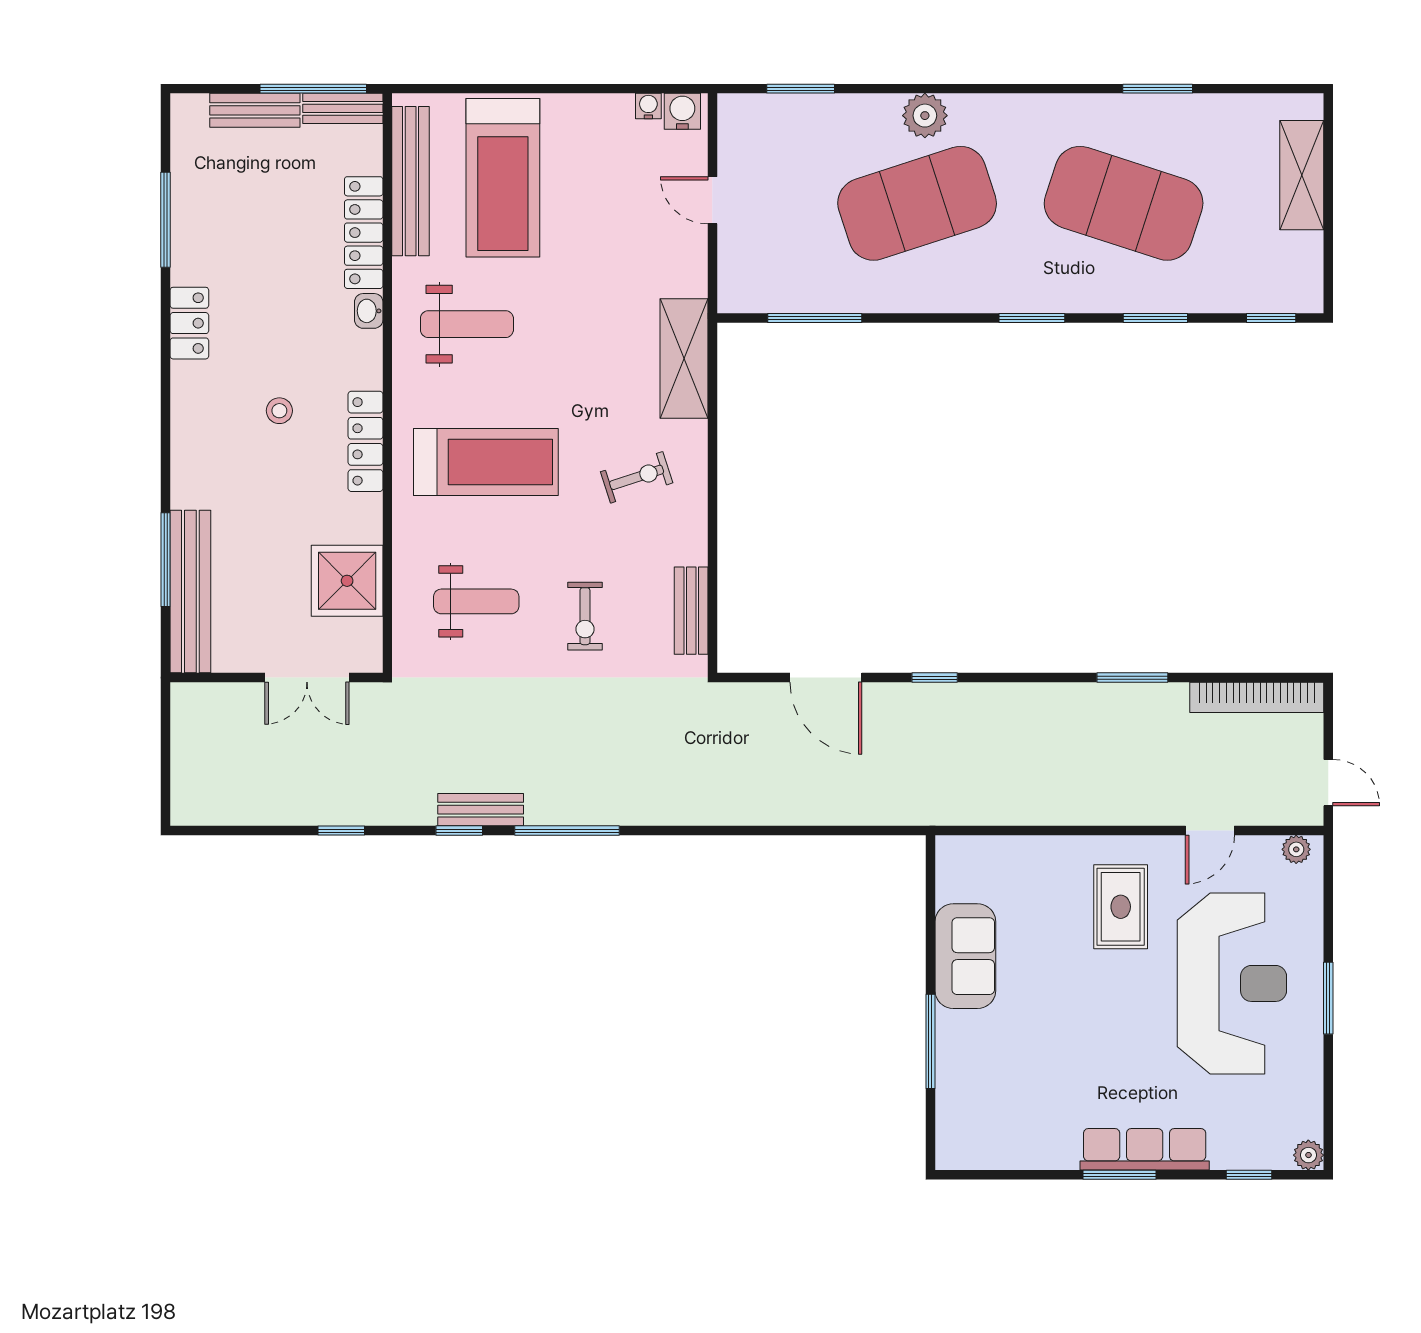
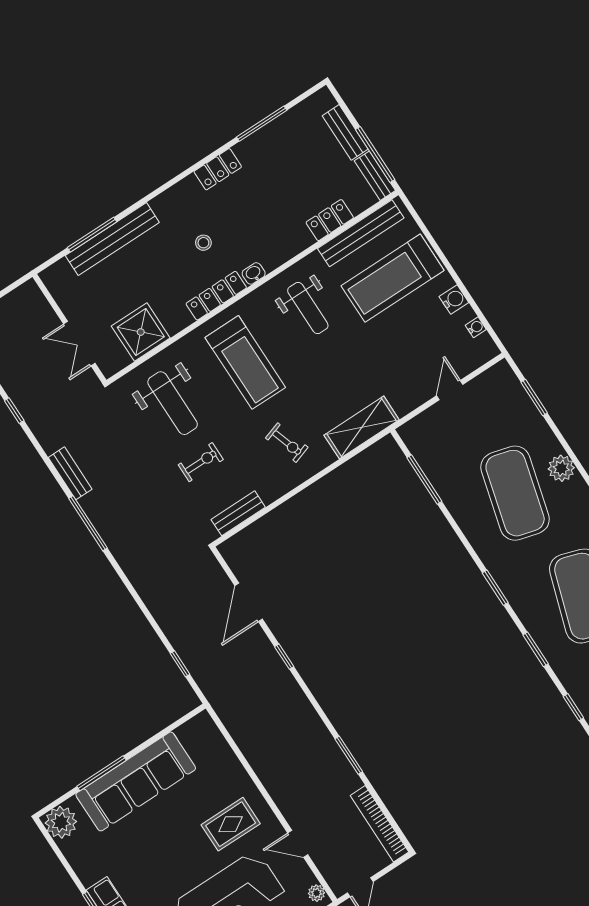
water cooler: (682, 111) -> (454, 300), moved
exercise mat: (917, 203) -> (515, 493), turned 33
locker: (364, 233) -> (330, 220), width x0.66
washbasin: (369, 311) -> (254, 273), moved
bench: (190, 592) -> (112, 239), moved
weight bench: (476, 601) -> (173, 403), width x1.36, depth x1.33
exercise bike: (585, 616) -> (201, 462), turned 180
window: (459, 831) -> (180, 664), moved
sofa: (965, 956) -> (136, 781), width x1.85, depth x1.27
plant: (962, 1143) -> (61, 822), added

